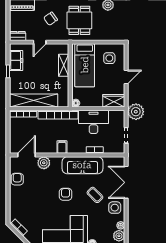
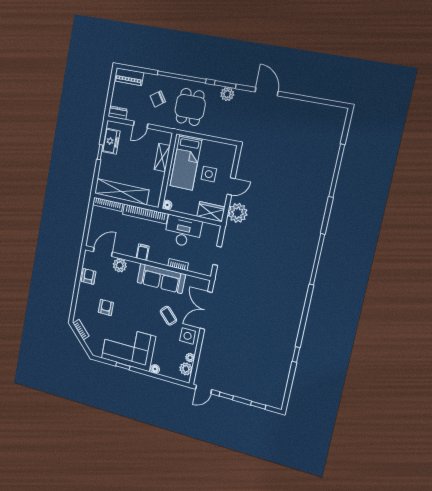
side table: (109, 58) -> (209, 174), moved
plant: (136, 112) -> (238, 213), moved
armchair: (66, 194) -> (106, 307), moved

